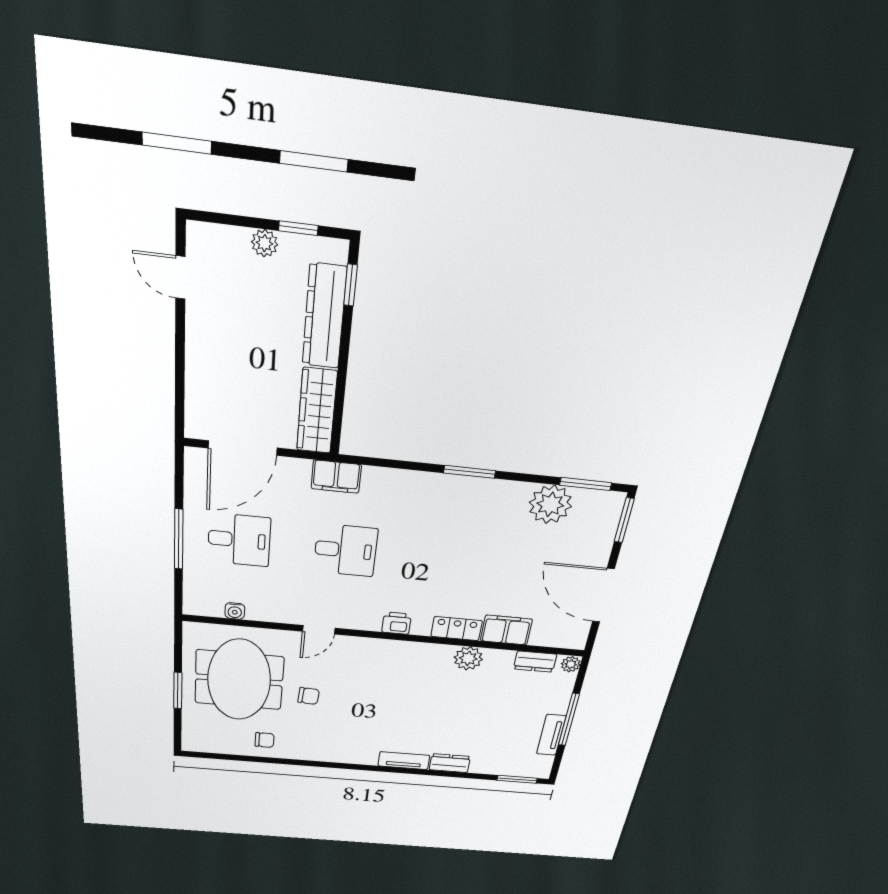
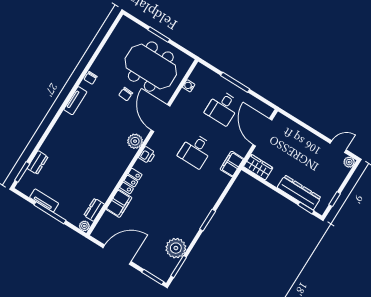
plant: (265, 243) -> (349, 162), moved
wardrobe: (317, 411) -> (258, 167), width x0.67
door: (319, 630) -> (161, 118), width x1.87
plant: (468, 658) -> (135, 141), moved
chair: (265, 740) -> (91, 78), moved
tv unit: (404, 761) -> (75, 101), moved
dresser: (450, 763) -> (38, 163), moved

